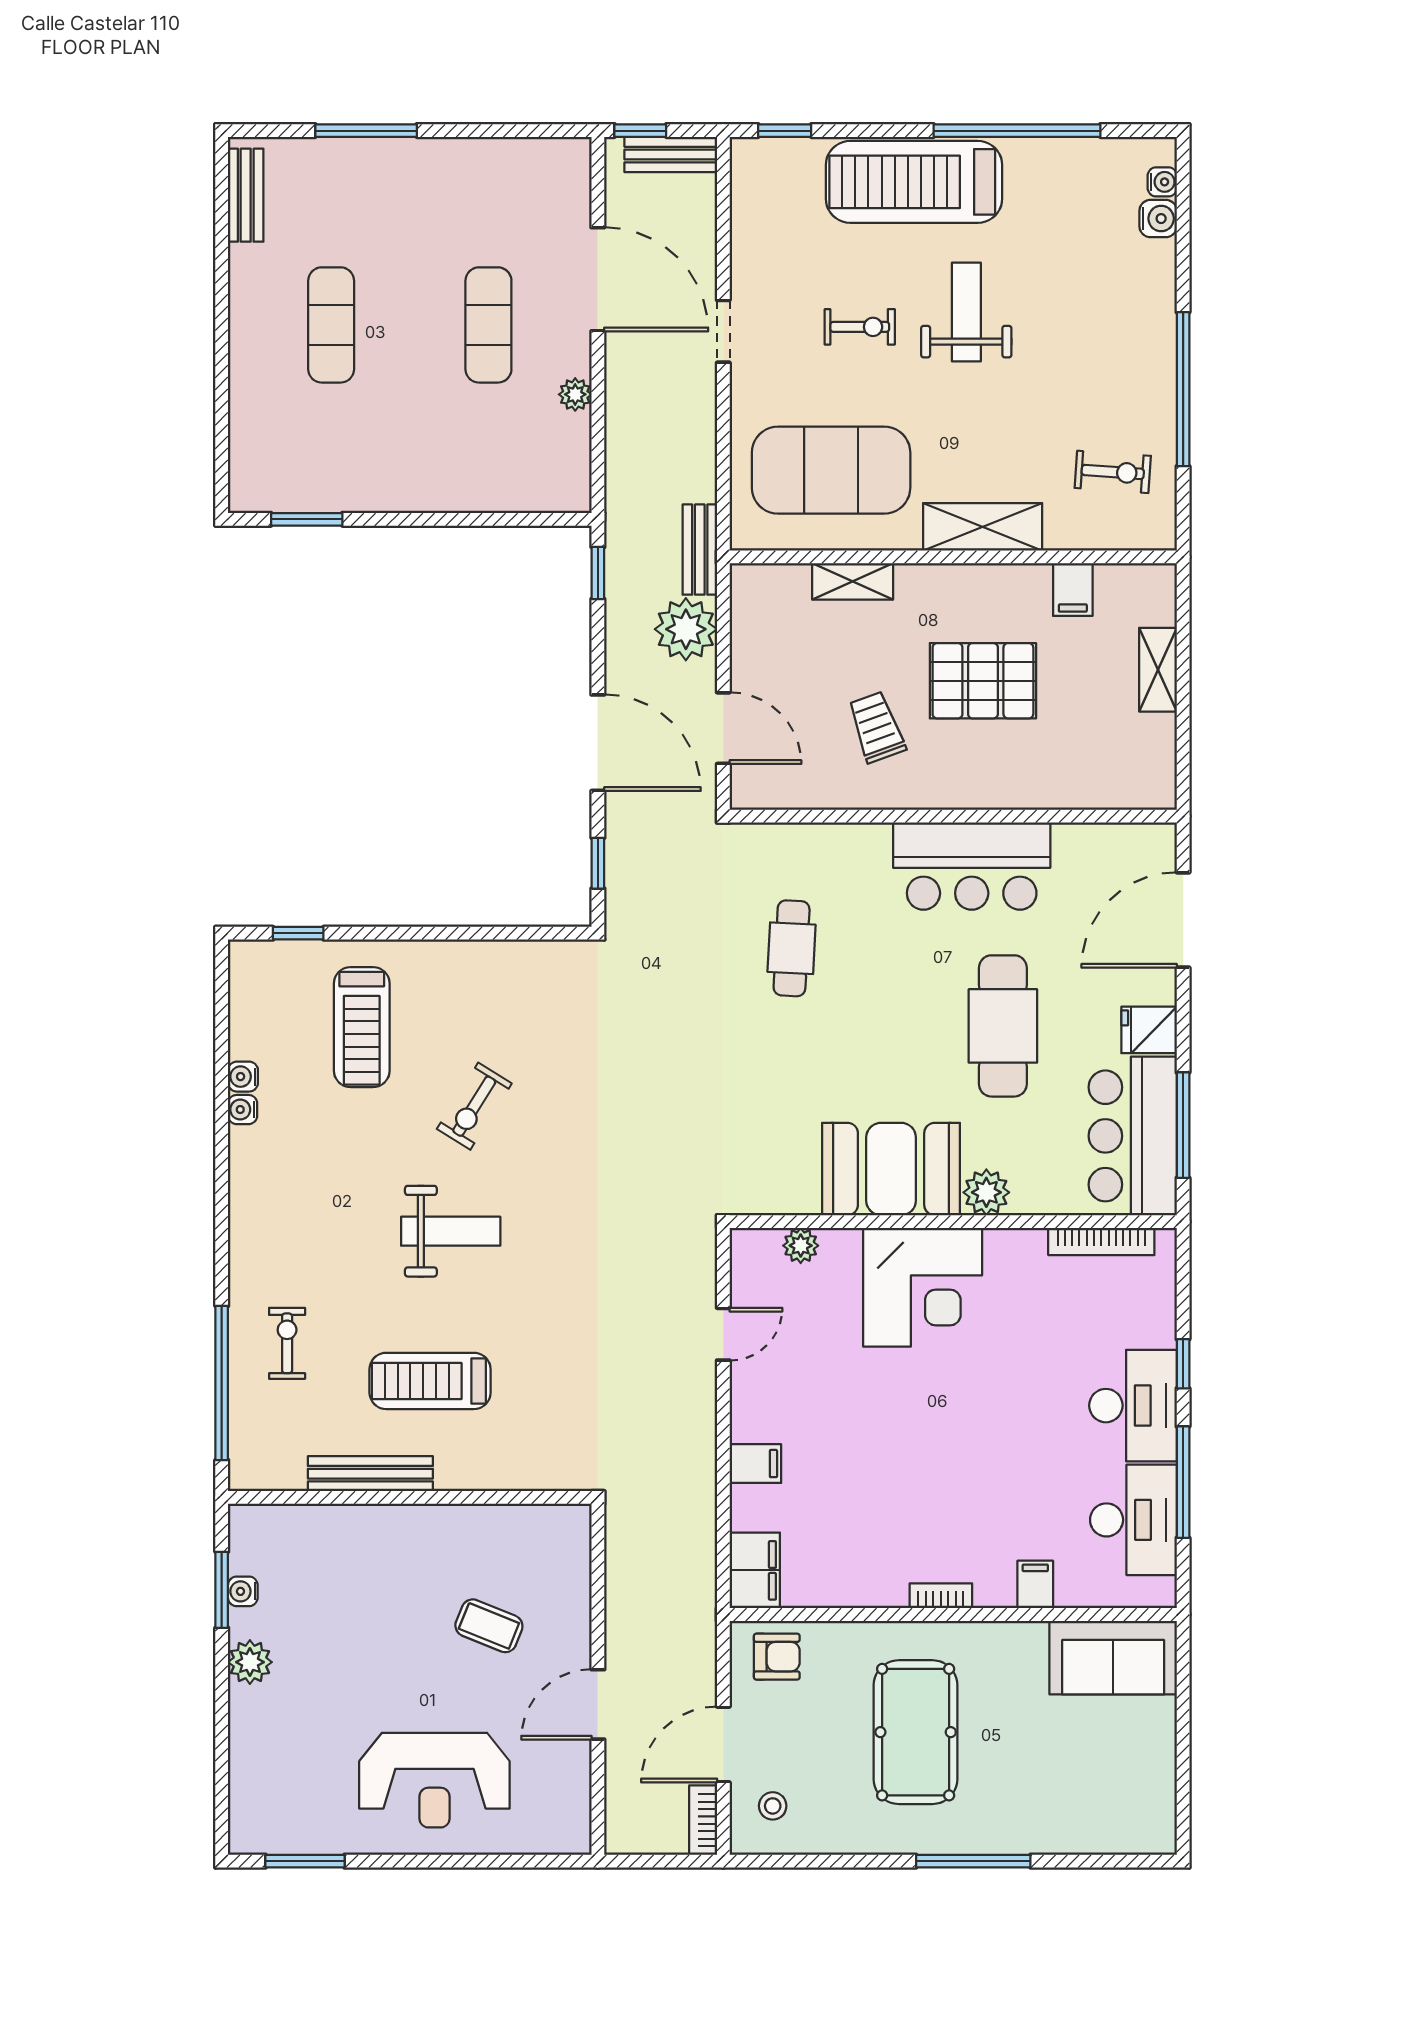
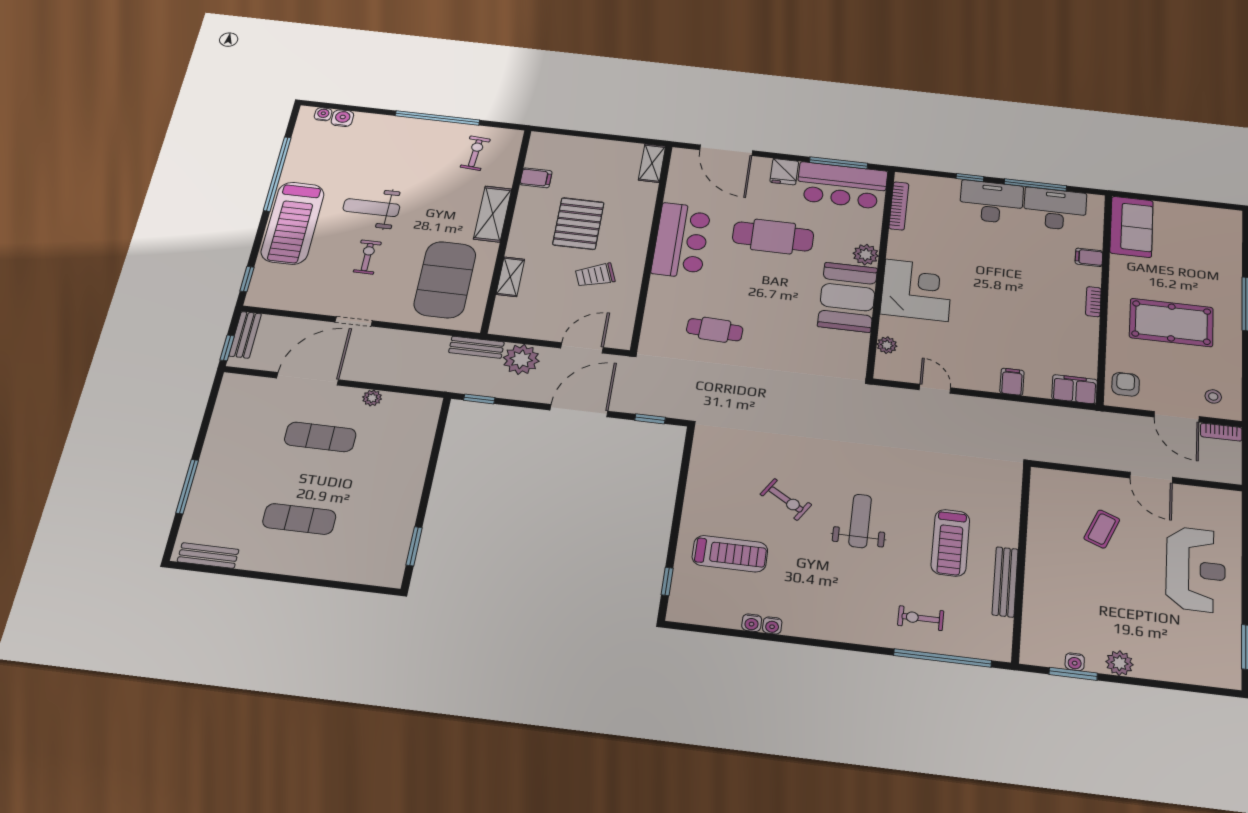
shelving: (1158, 670) -> (652, 163), moved, turned 90

